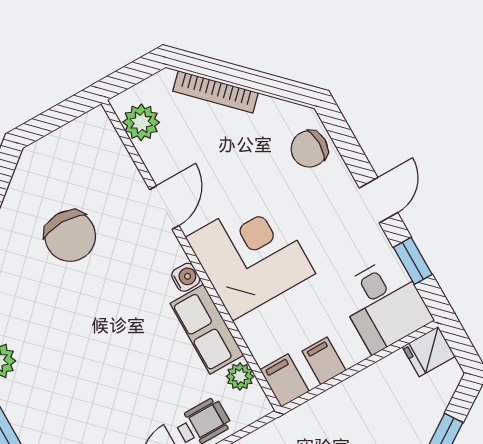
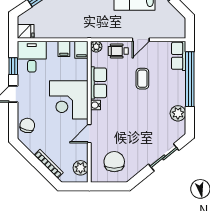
chair: (309, 149) -> (27, 125), turned -77
chair: (70, 236) -> (114, 162), moved
plant: (240, 376) -> (96, 47), moved
coffee table: (116, 393) -> (142, 79), added

